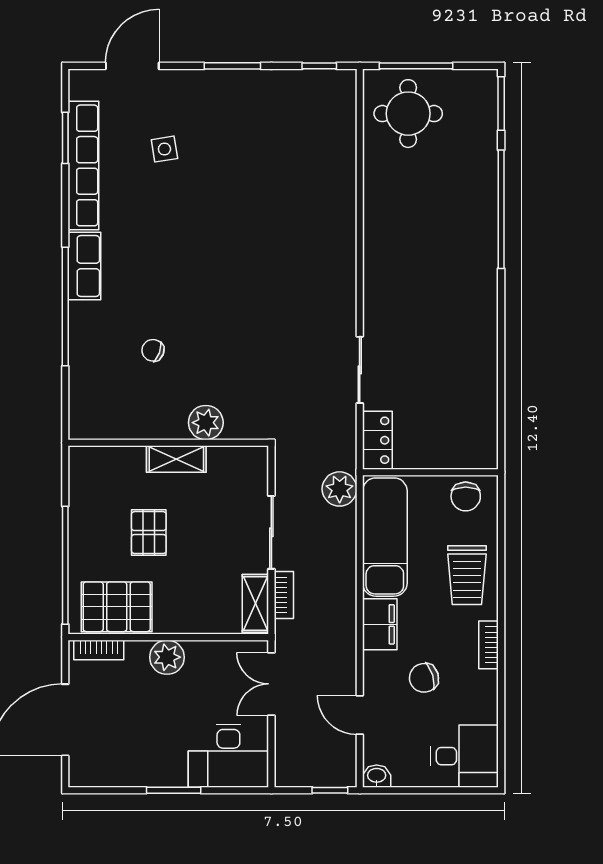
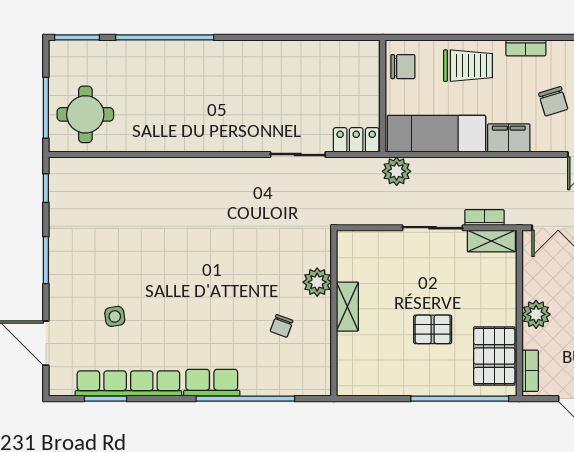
plant: (206, 423) -> (317, 282), moved
wall: (168, 443) -> (334, 313), moved
shelving: (176, 459) -> (347, 307), moved

